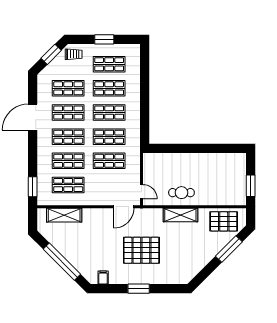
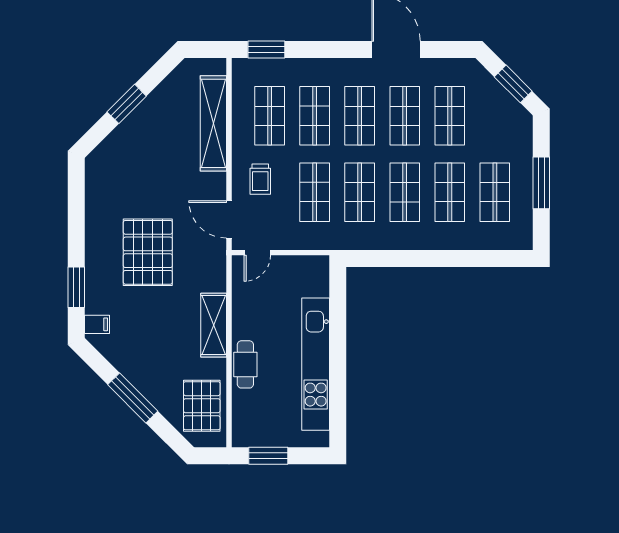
window: (104, 39) -> (541, 183), width x1.44
trolley: (74, 54) -> (260, 179), moved
kitchen unit: (201, 160) -> (316, 364), added
cafe table: (181, 193) -> (245, 364), moved
shelving: (64, 215) -> (213, 123), width x1.47
window: (229, 249) -> (133, 398), moved
window: (62, 262) -> (127, 104), width x0.47
filing cabinet: (103, 278) -> (97, 324), moved
window: (139, 289) -> (76, 287), moved

